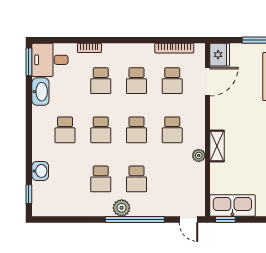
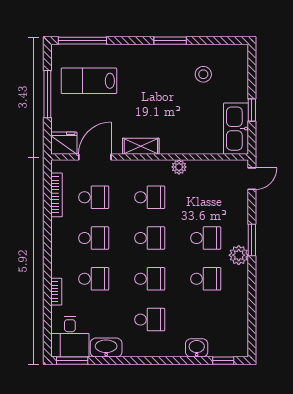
door: (207, 82) -> (95, 157), hinge flipped
shelving: (217, 146) -> (141, 146), moved
window: (135, 219) -> (252, 240), width x0.47
window: (225, 219) -> (252, 110), moved

